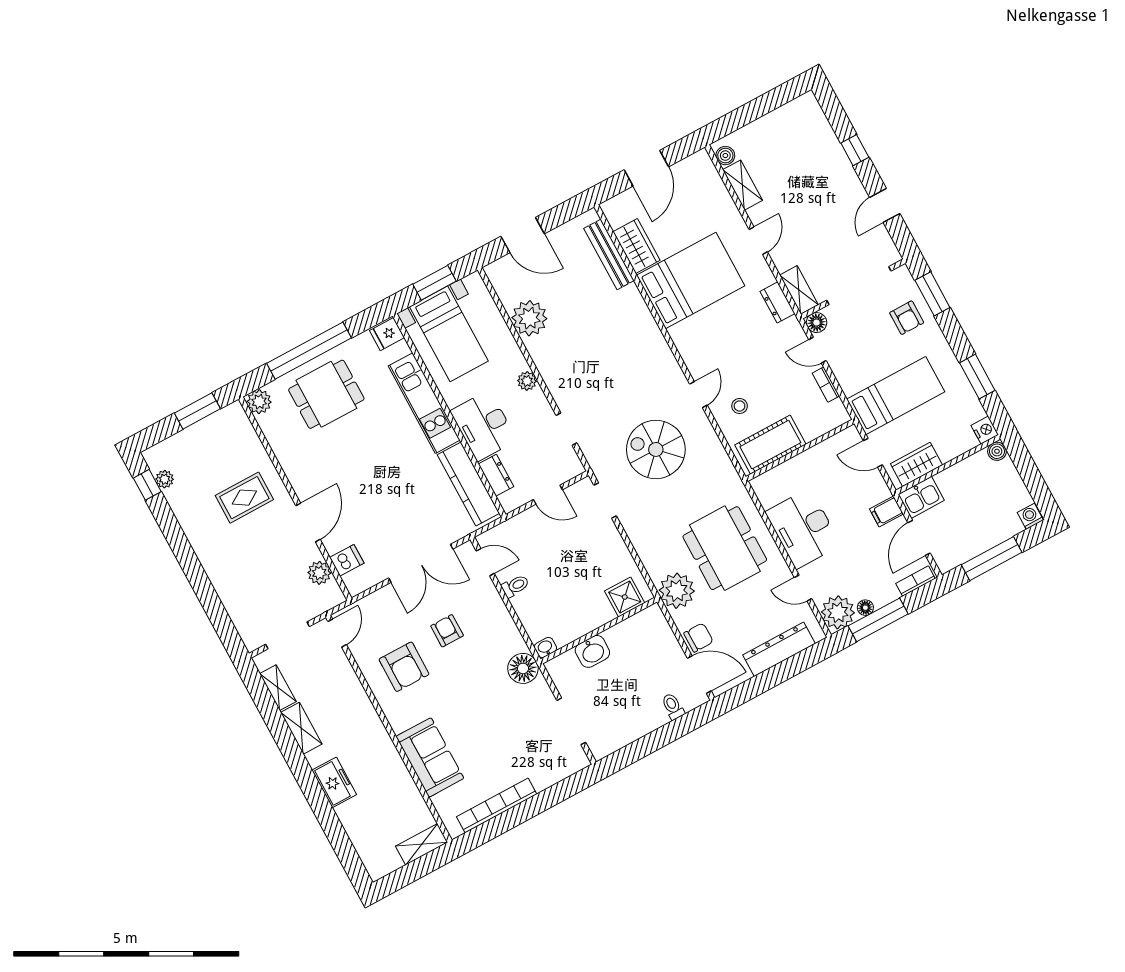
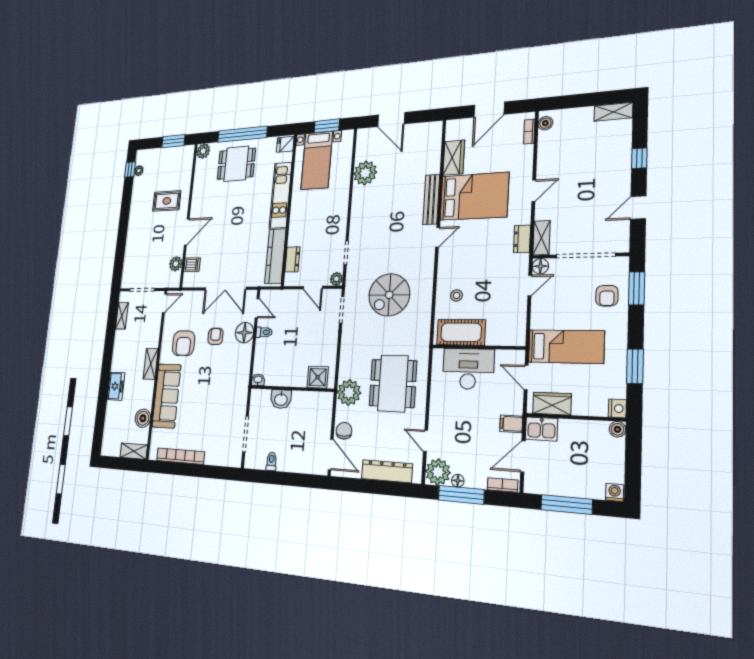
shelving: (743, 185) -> (613, 112), moved, turned 90
bench: (609, 254) -> (431, 199), moved
door: (817, 350) -> (530, 285), swing flipped
plant: (527, 381) -> (336, 279), moved
bookcase: (826, 385) -> (529, 132), moved
door: (698, 395) -> (438, 237), moved
desk: (484, 426) -> (303, 226), removed
spiral stairs: (656, 449) -> (389, 295), turned -90
desk: (803, 529) -> (468, 369), moved, turned 90
chair: (699, 638) -> (344, 431), turned -90
floor lamp: (523, 668) -> (244, 333), moved
toilet: (673, 706) -> (271, 461), moved
shelving: (301, 728) -> (151, 364), moved
sofa: (430, 757) -> (167, 396), width x1.36
boiler: (407, 796) -> (143, 418), added

